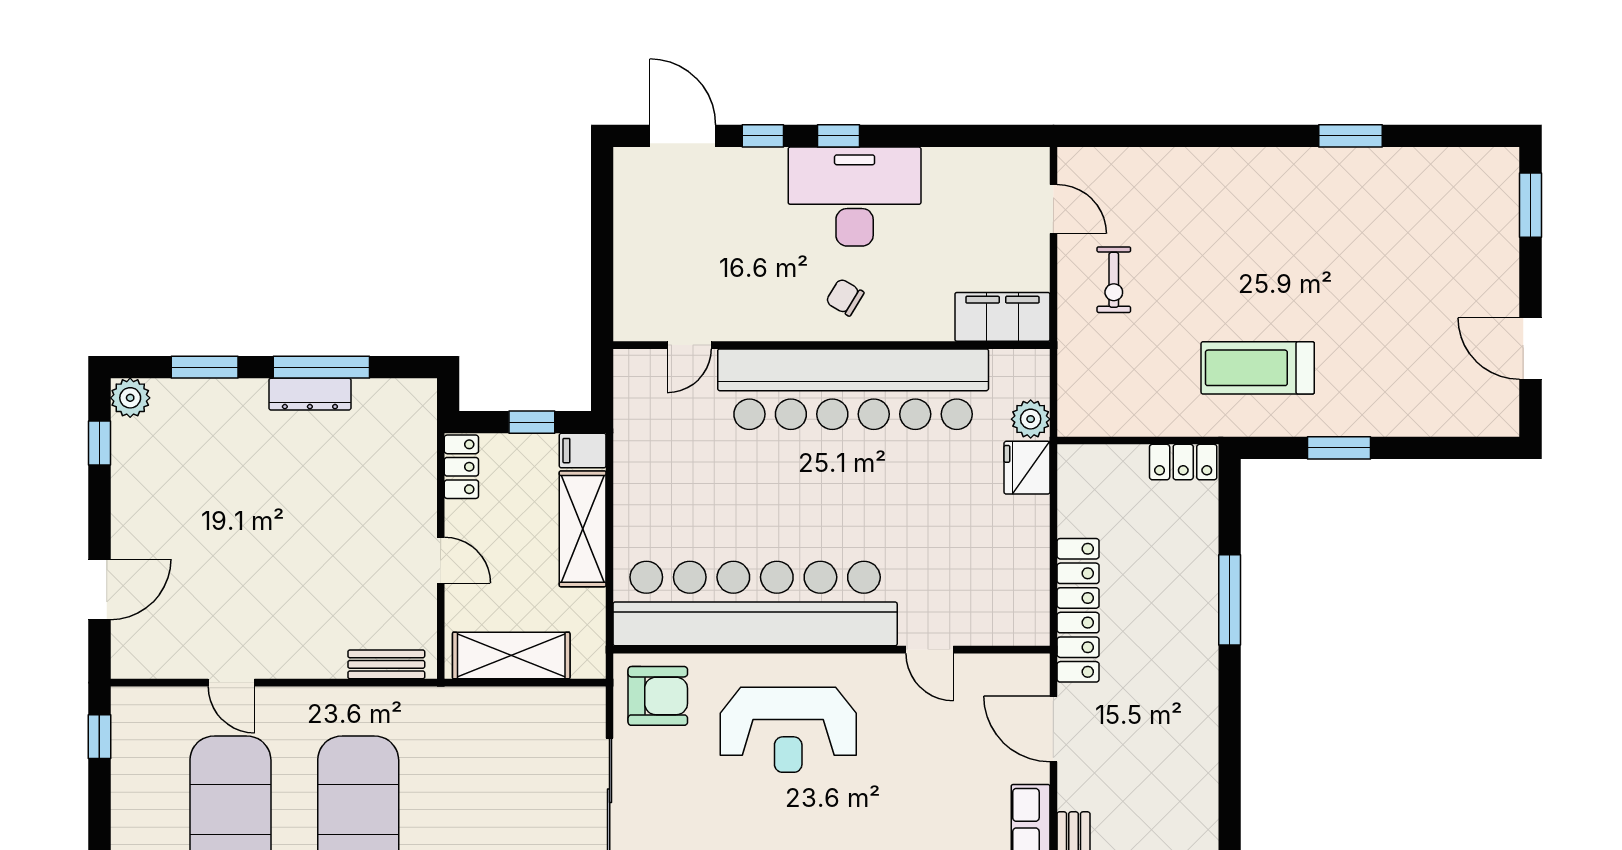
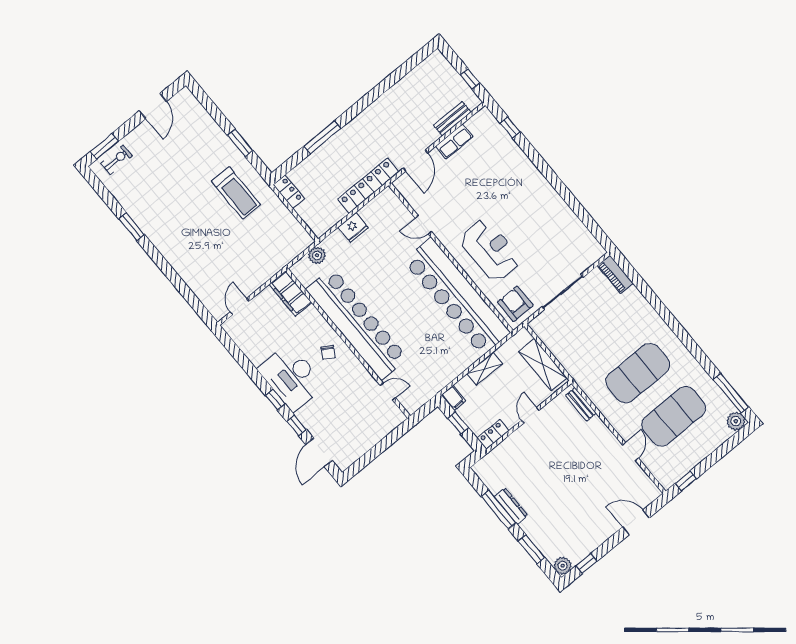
exercise bike: (1114, 280) -> (117, 160), moved
fridge: (1027, 468) -> (353, 227), moved
shelving: (583, 529) -> (485, 369), width x0.67, depth x0.75
door: (930, 650) -> (423, 225), swing flipped

